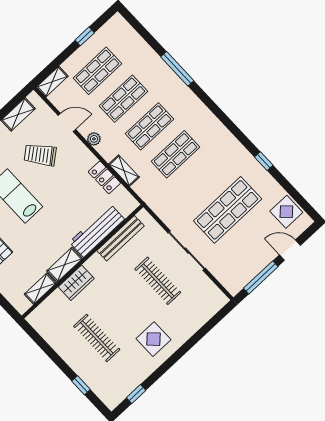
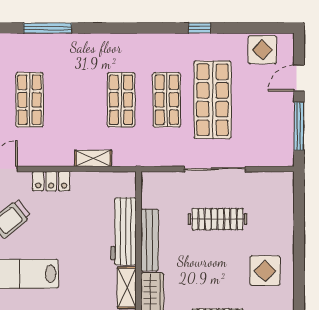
shop shelf: (149, 126) -> (167, 100), moved
plant: (94, 139) -> (41, 159), removed
locker: (104, 177) -> (51, 181), moved
bench: (121, 238) -> (150, 240), moved

